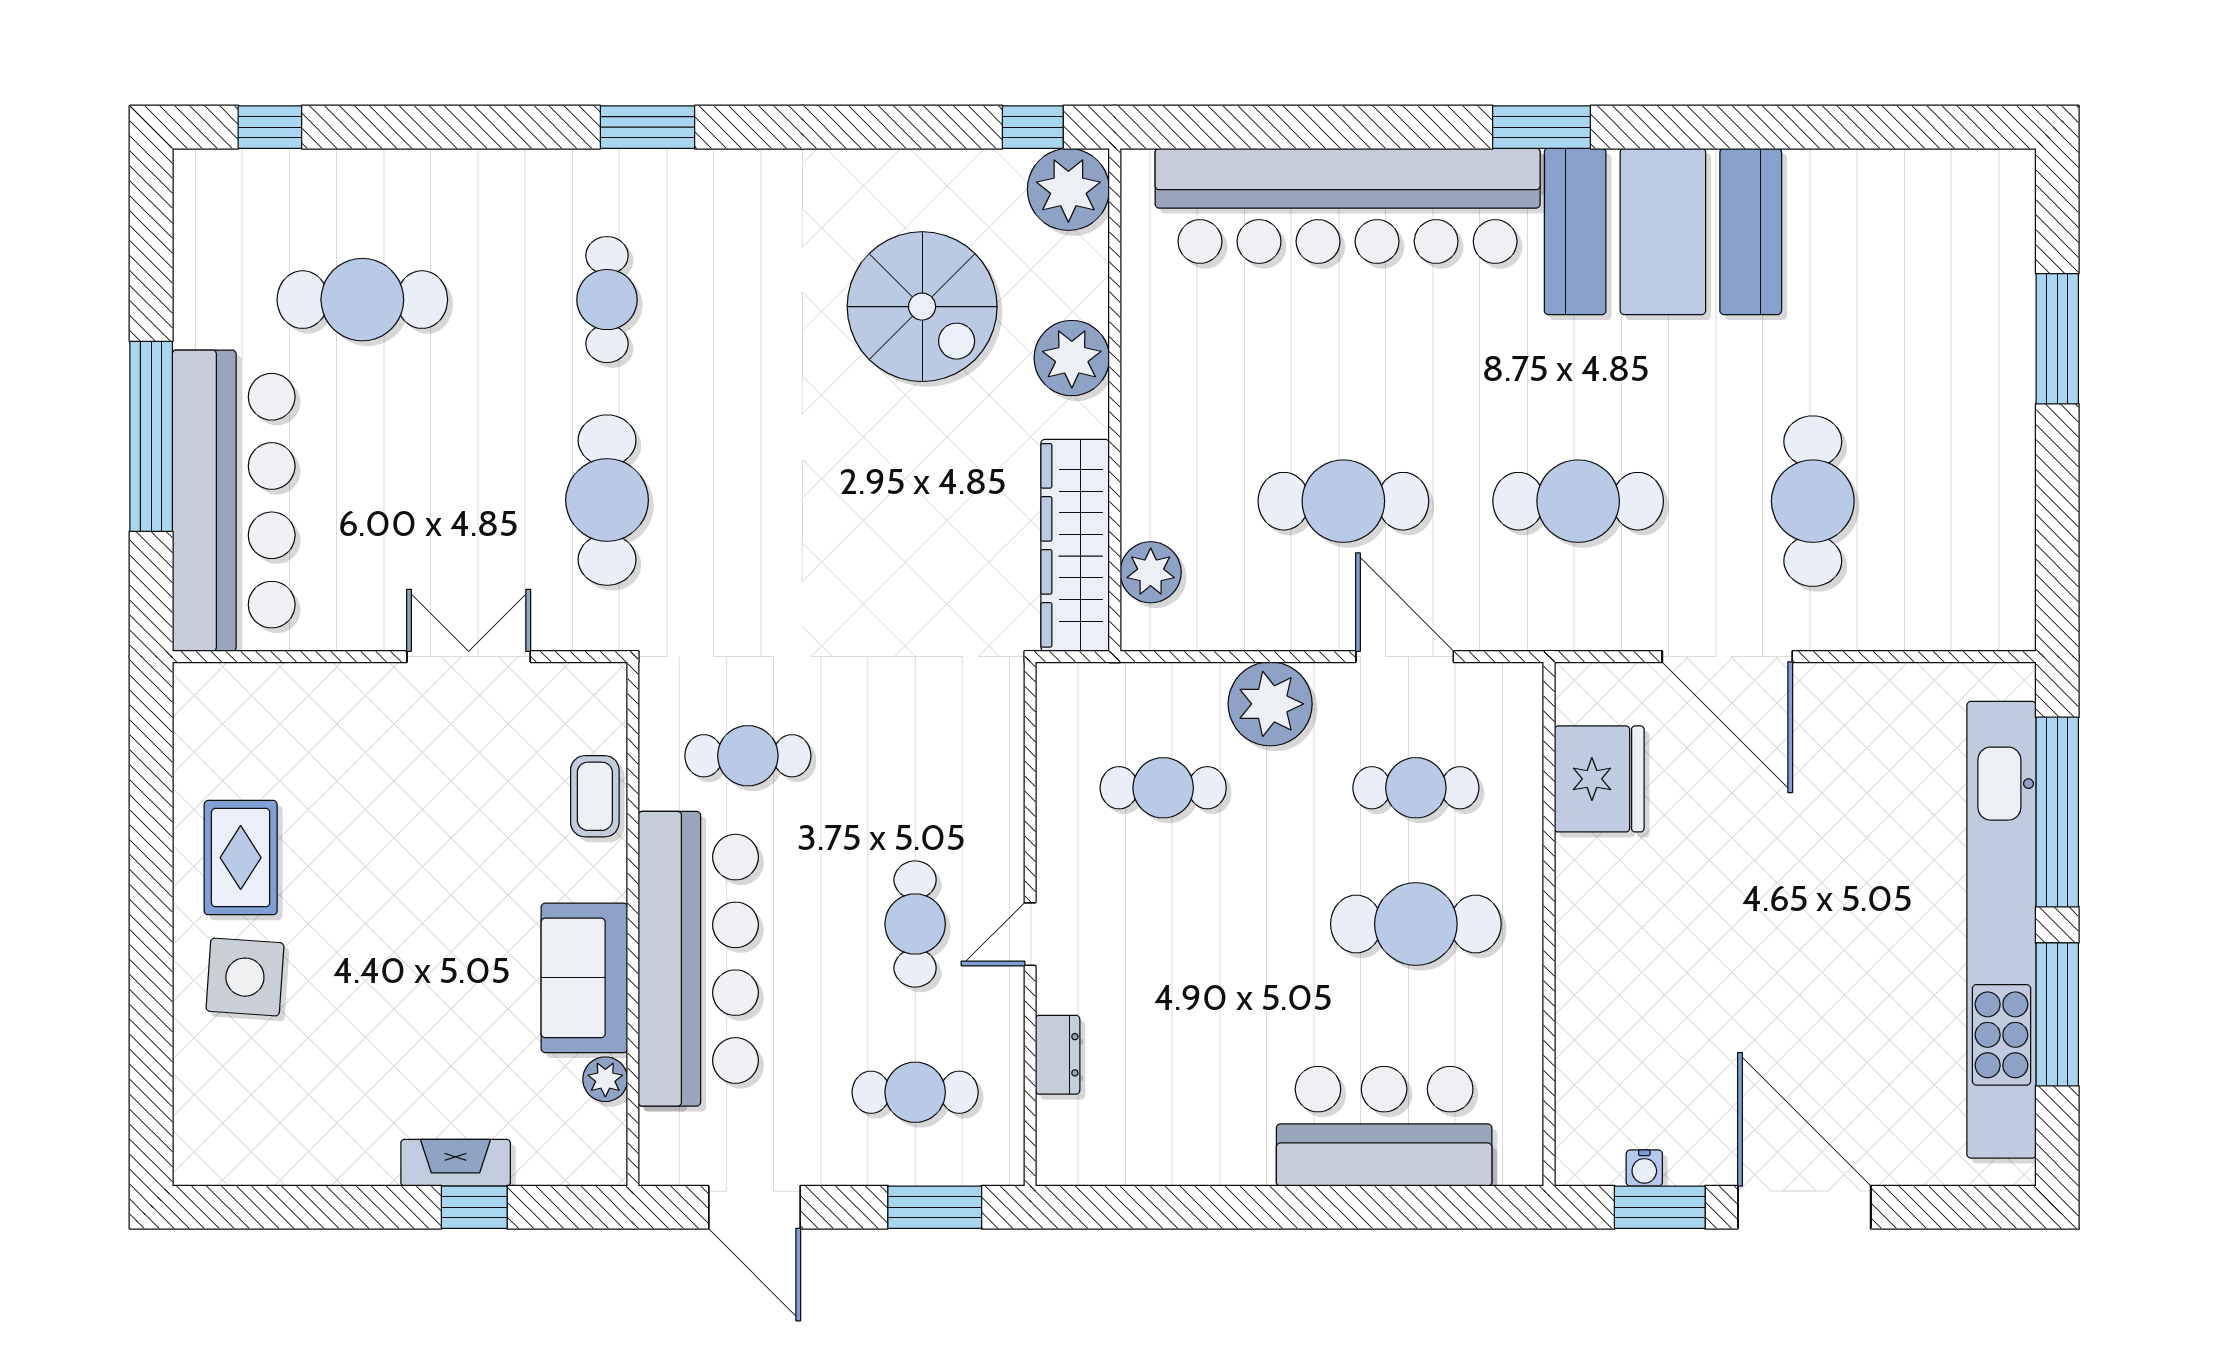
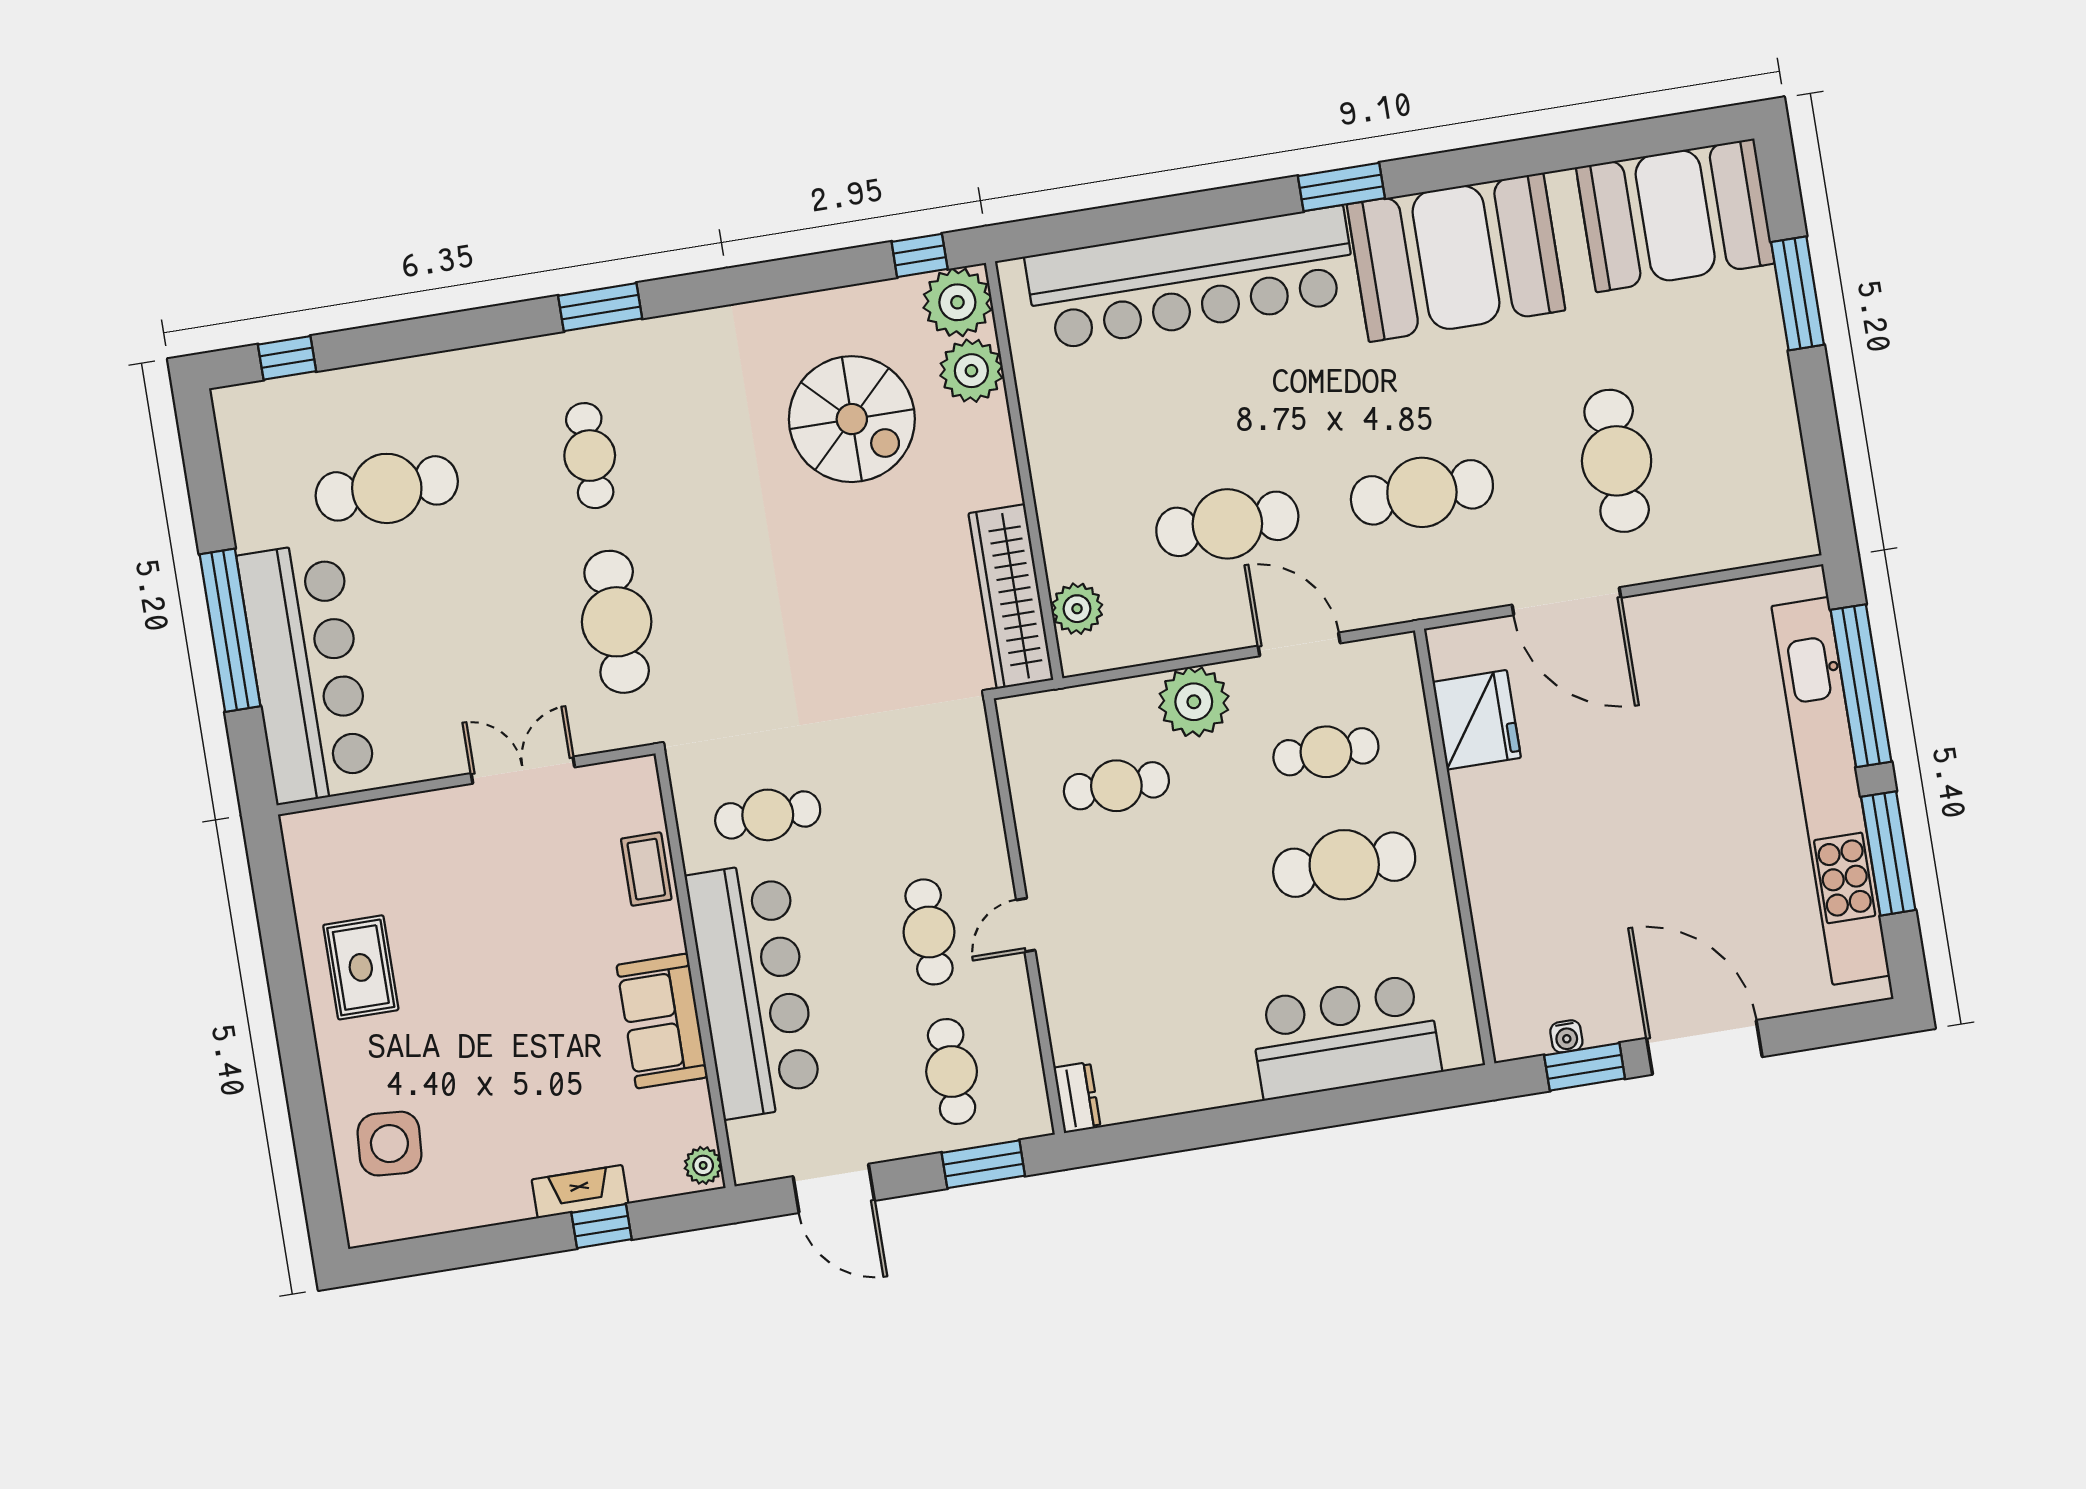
booth: (1928, 224) -> (1675, 215), added
plant: (1072, 358) -> (971, 371), moved
side table: (245, 977) -> (389, 1144), moved
dresser: (1058, 1055) -> (1077, 1097), moved
plant: (605, 1079) -> (703, 1165), moved
cafe table: (915, 1092) -> (952, 1072), turned 90

